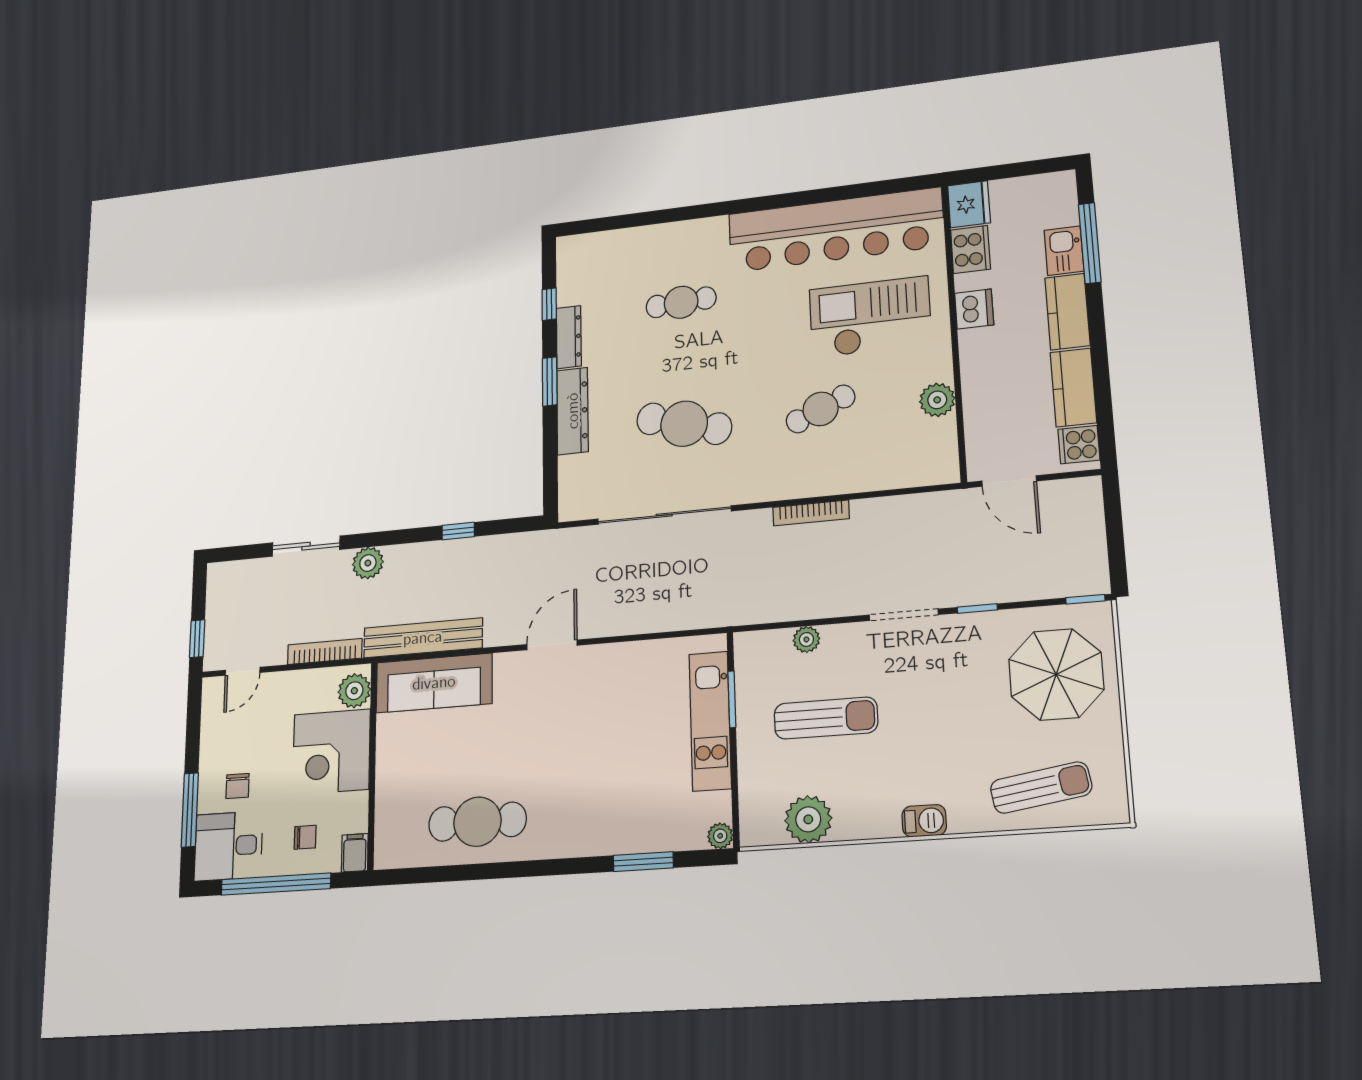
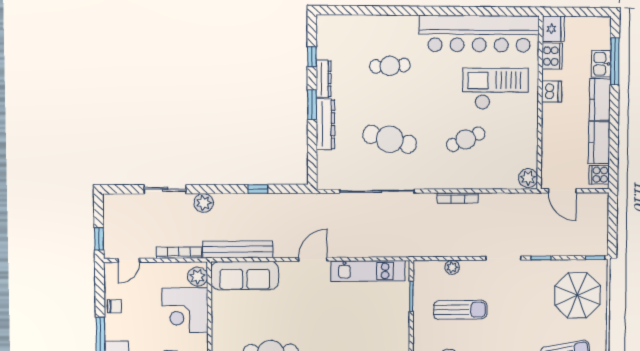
plant: (937, 400) -> (528, 178), moved
kitchen unit: (710, 721) -> (368, 271), moved, turned -90
chair: (238, 786) -> (115, 306), moved, turned -90

